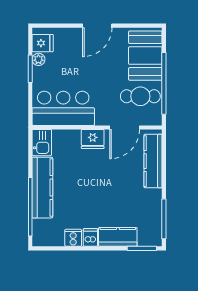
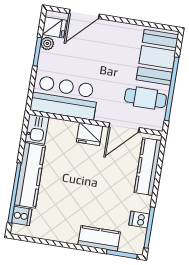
door: (97, 26) -> (84, 14), moved
dishwasher: (90, 237) -> (139, 219), moved, turned -90
cooker: (73, 238) -> (22, 216), moved, turned 90

